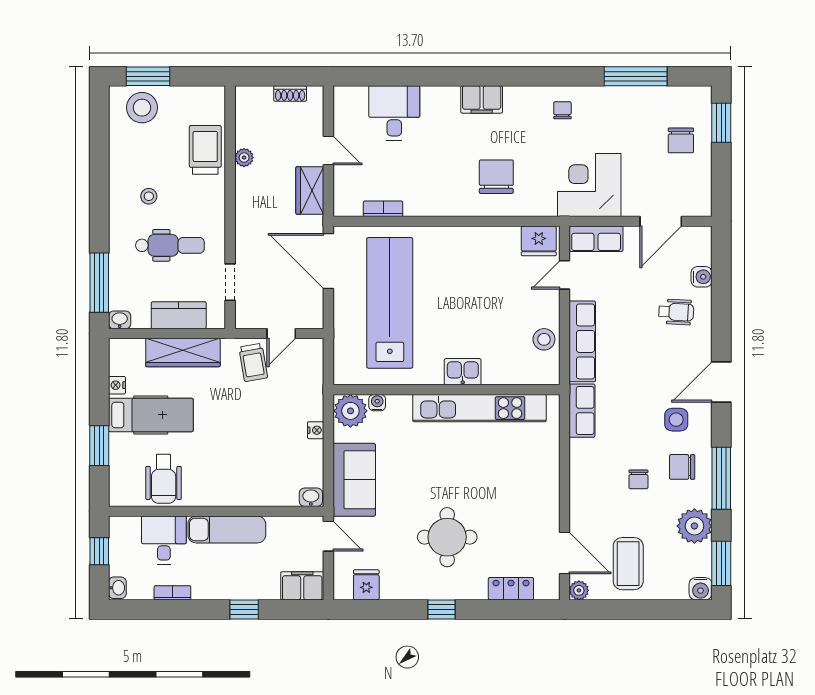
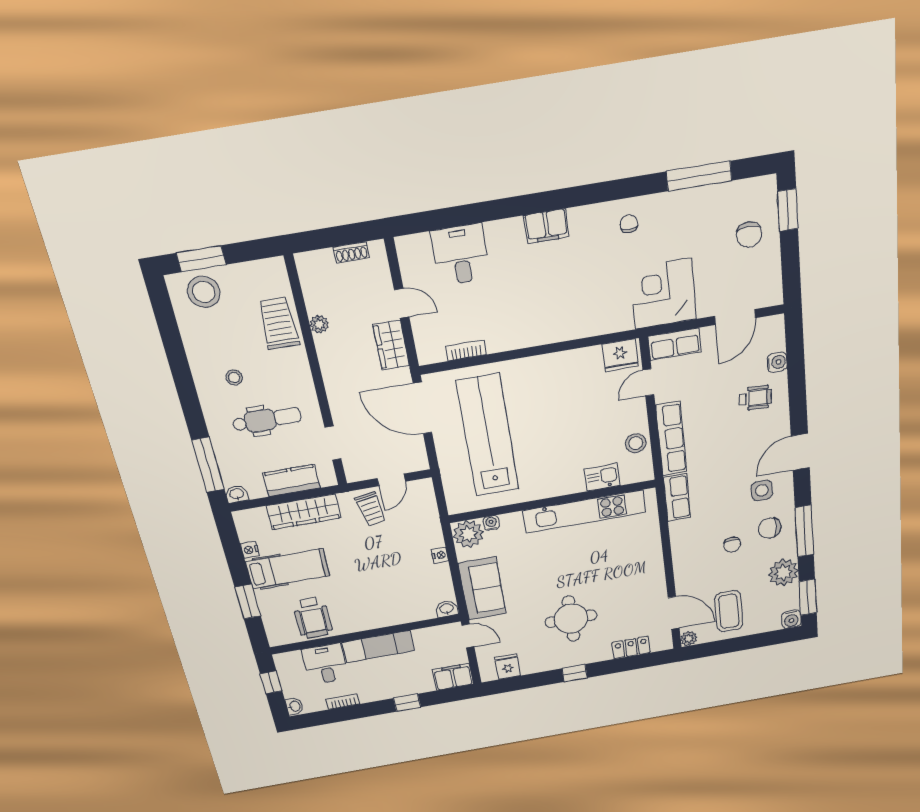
chair: (496, 177) -> (572, 301), removed
kitchen sink: (463, 372) -> (602, 477), moved

